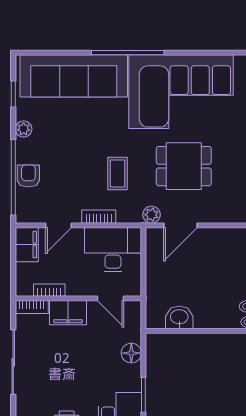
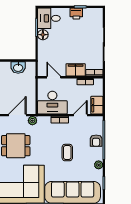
coffee table: (117, 173) -> (67, 153), moved
floor lamp: (131, 353) -> (43, 35), moved

